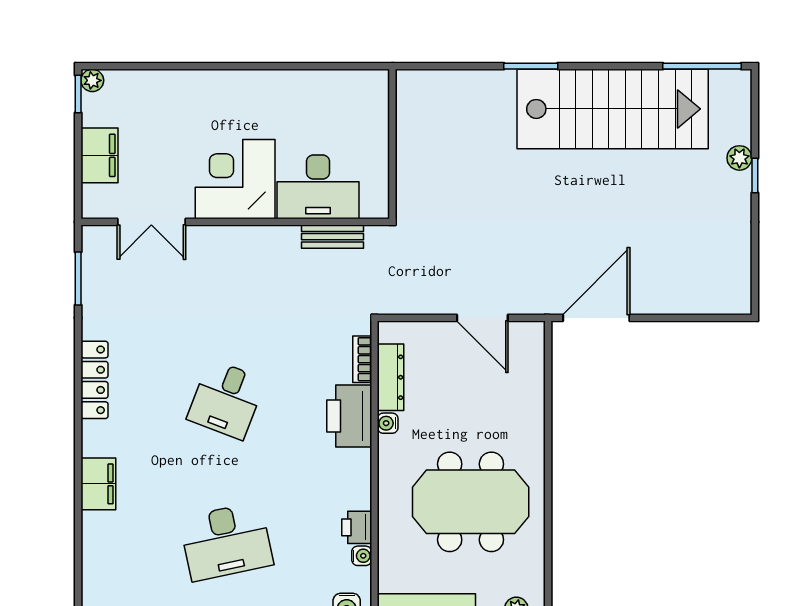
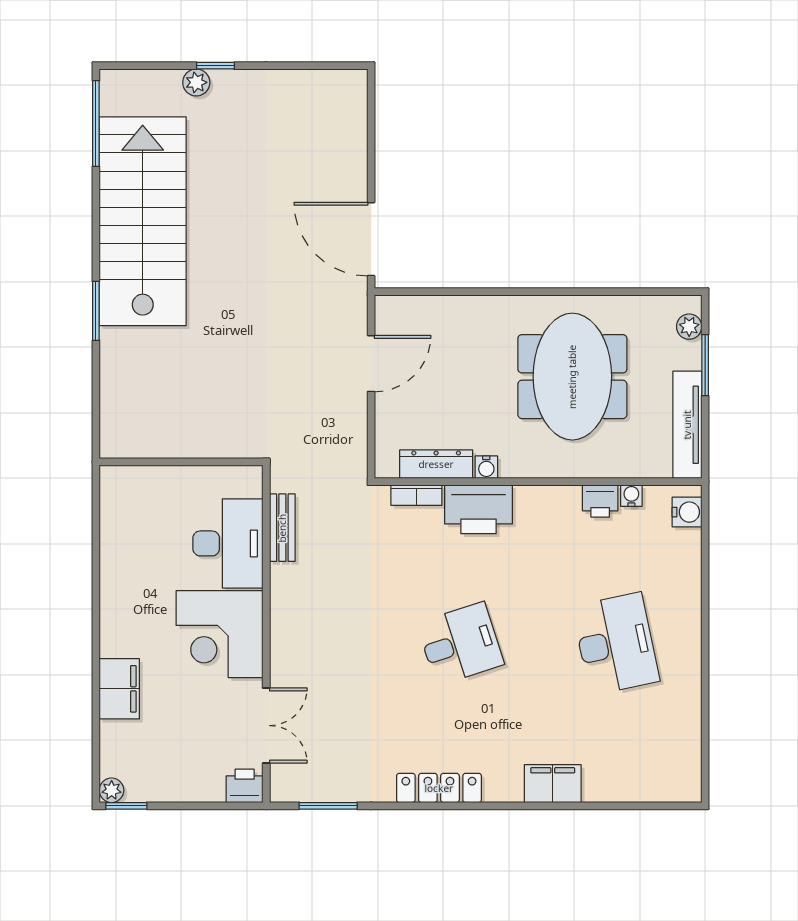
filing cabinet: (99, 155) -> (119, 689), moved, turned 90
printer: (96, 202) -> (245, 786), added
desk: (226, 399) -> (460, 644), turned -39

